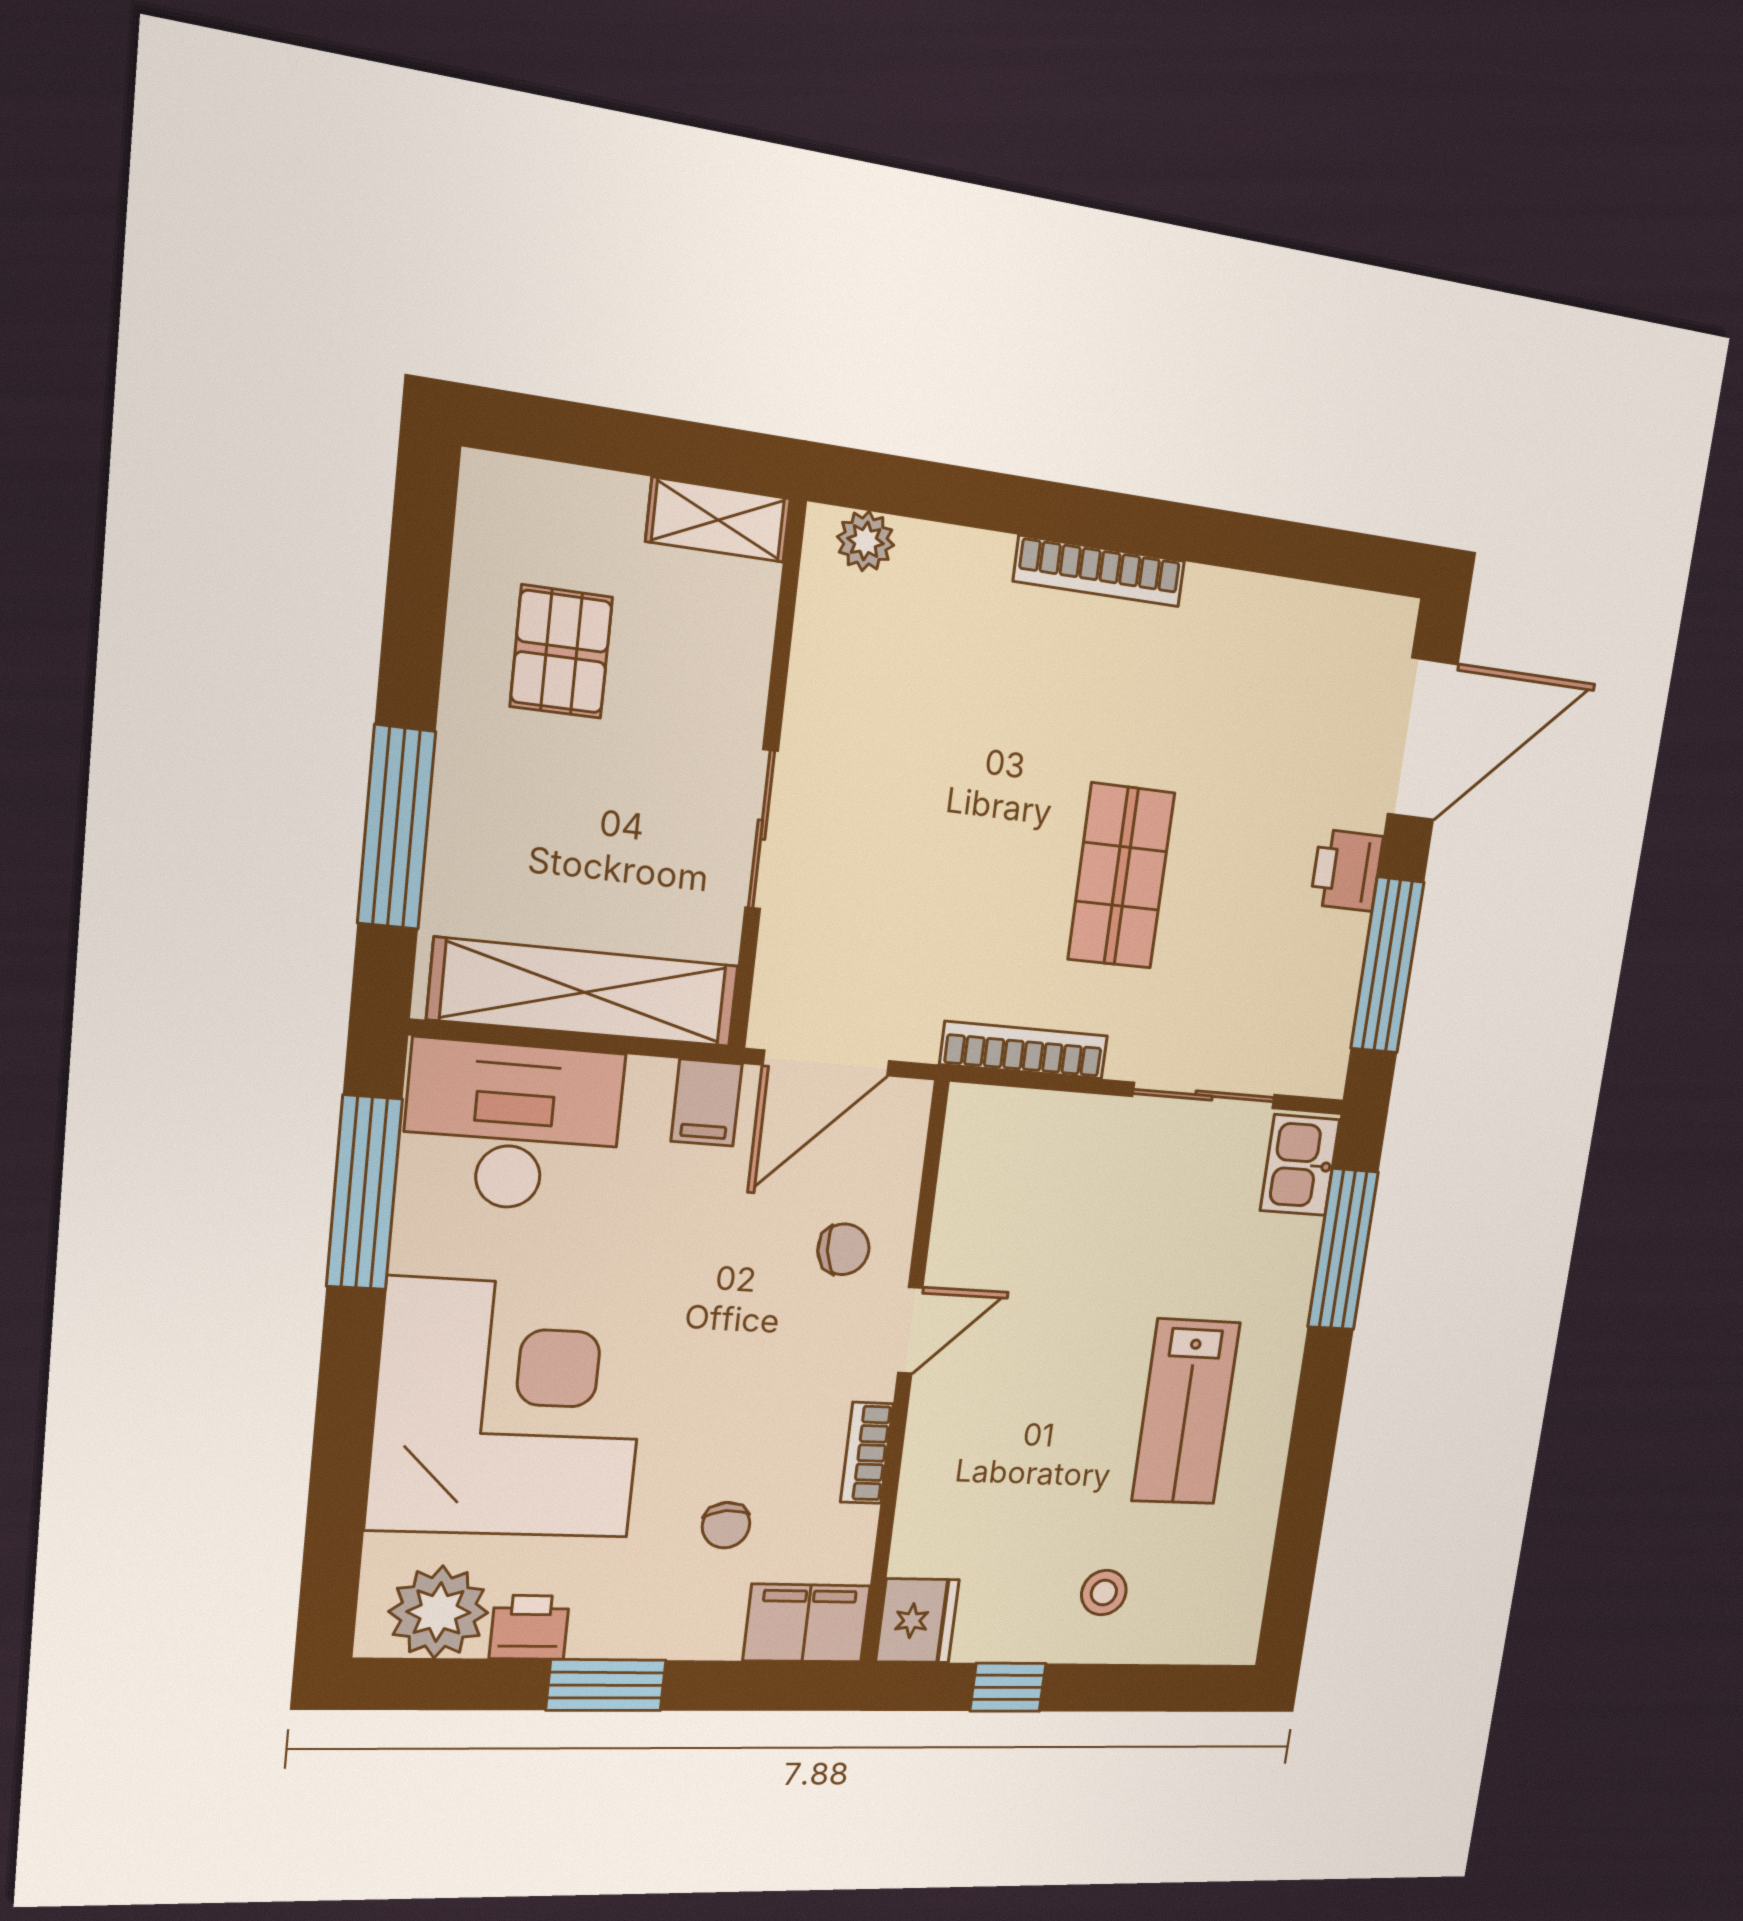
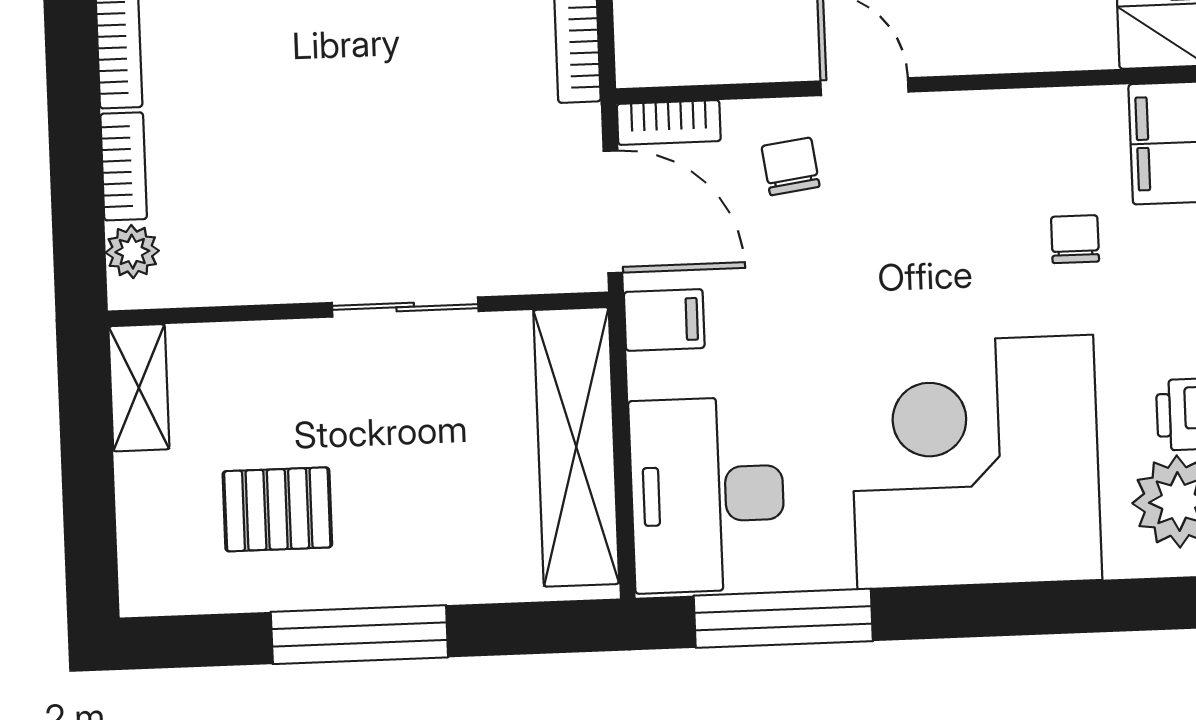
bookcase: (956, 549) -> (124, 166), added
window: (396, 828) -> (359, 635), moved
bookcase: (867, 1453) -> (669, 122), moved
chair: (726, 1525) -> (1075, 239), turned -84

